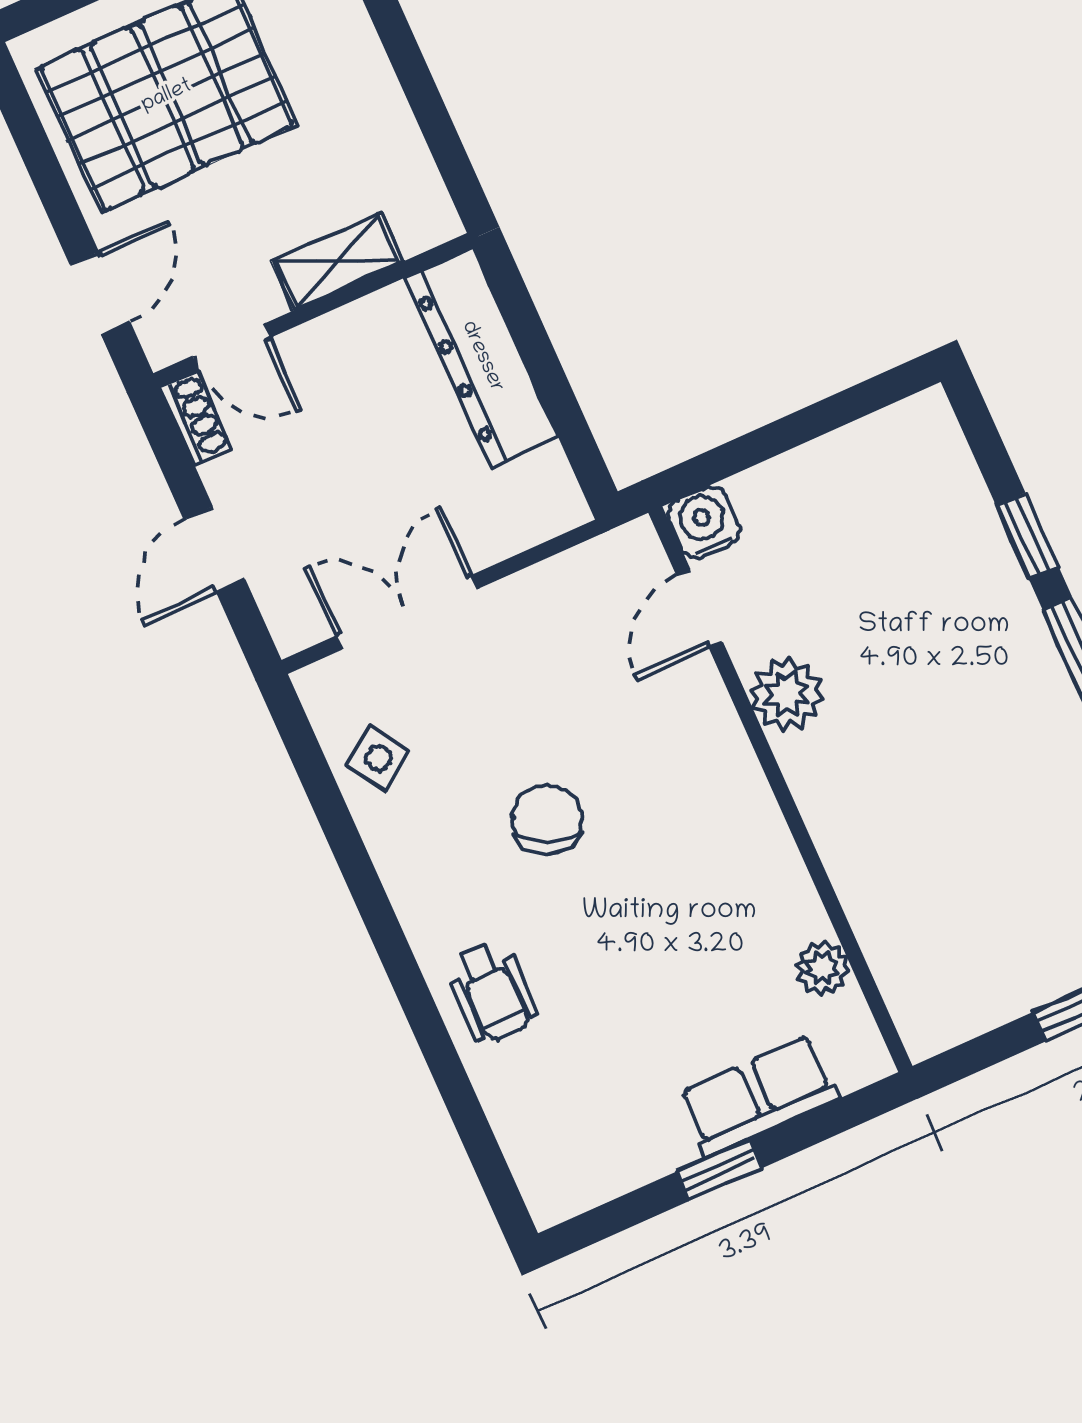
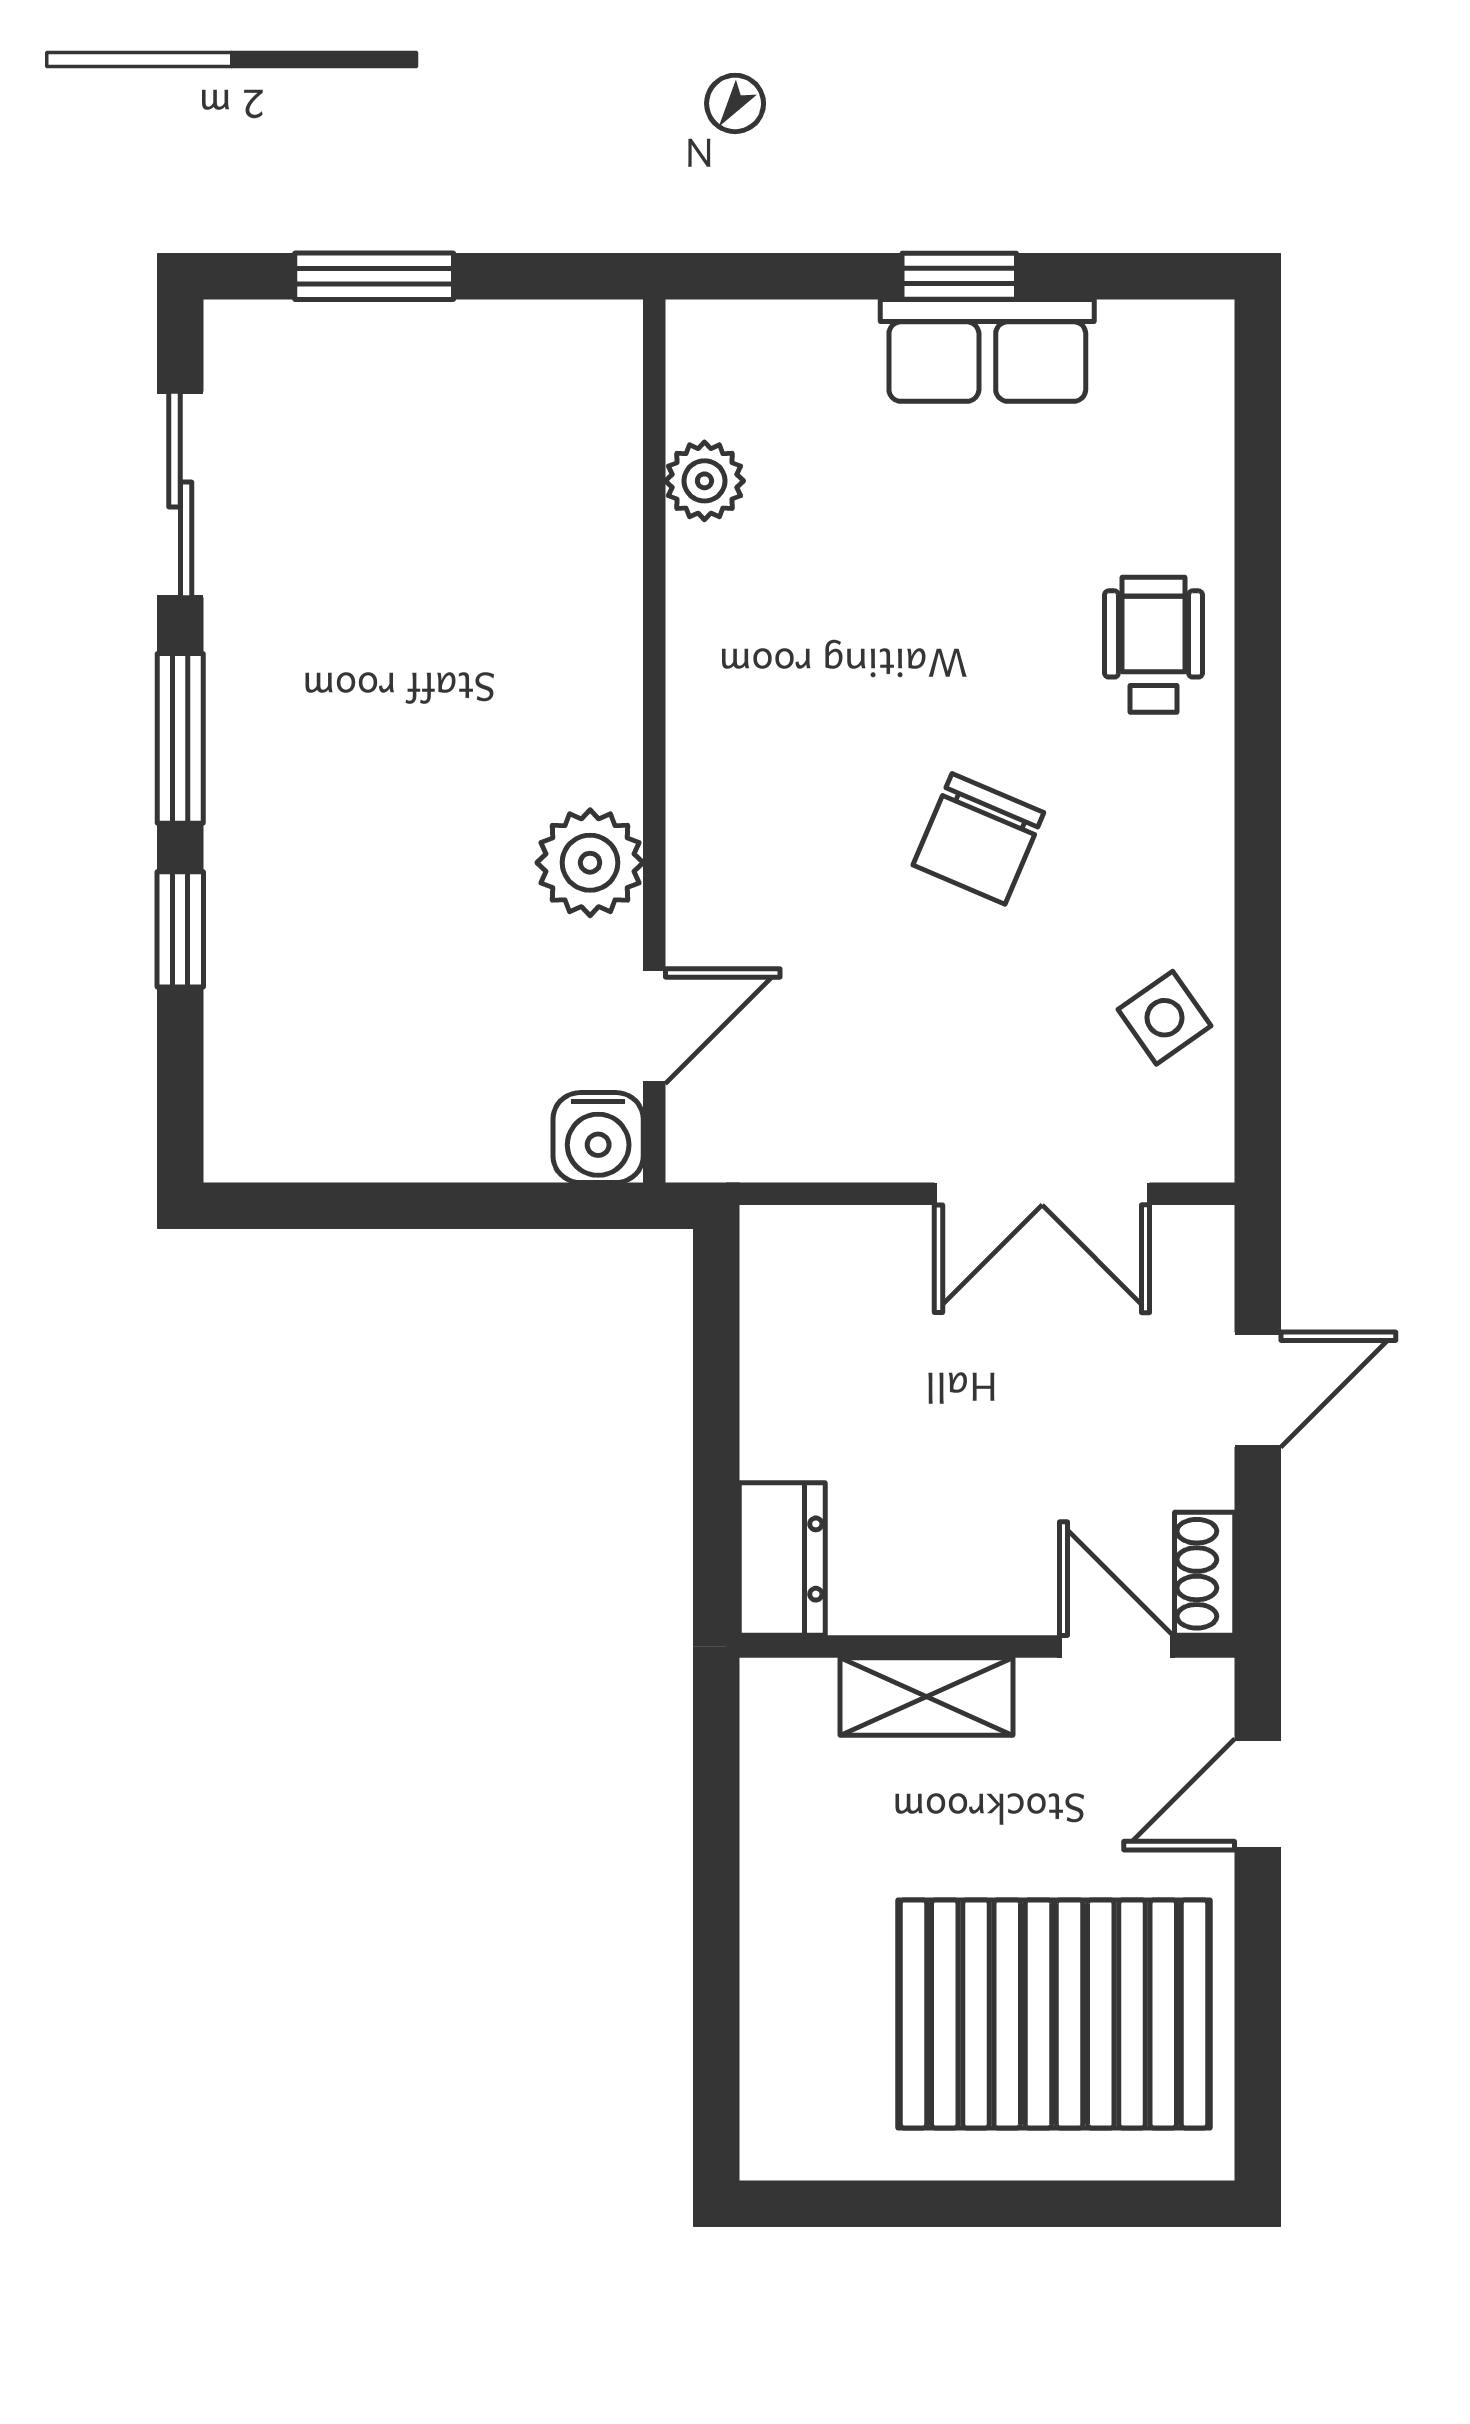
dresser: (482, 357) -> (782, 1559), width x0.51, depth x0.80
row of seats: (759, 1096) -> (987, 350), moved

